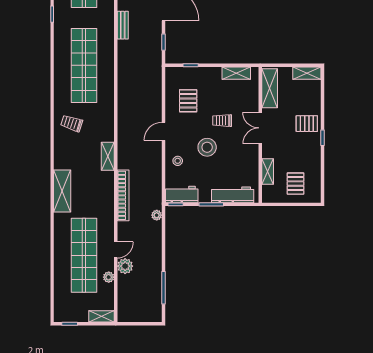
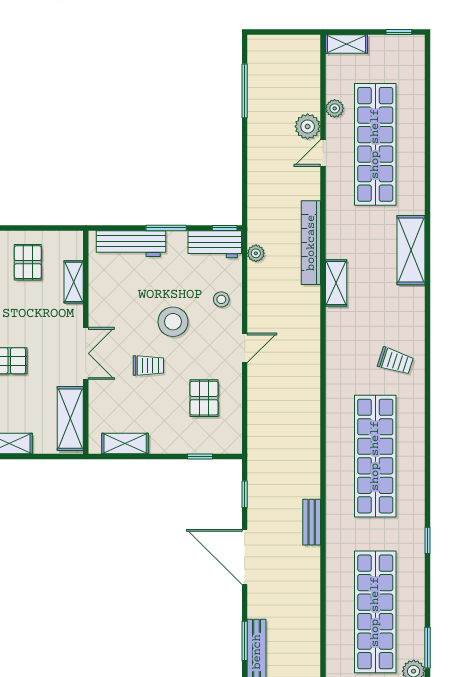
shelving: (108, 156) -> (336, 283), moved
plant: (157, 215) -> (256, 253), moved

